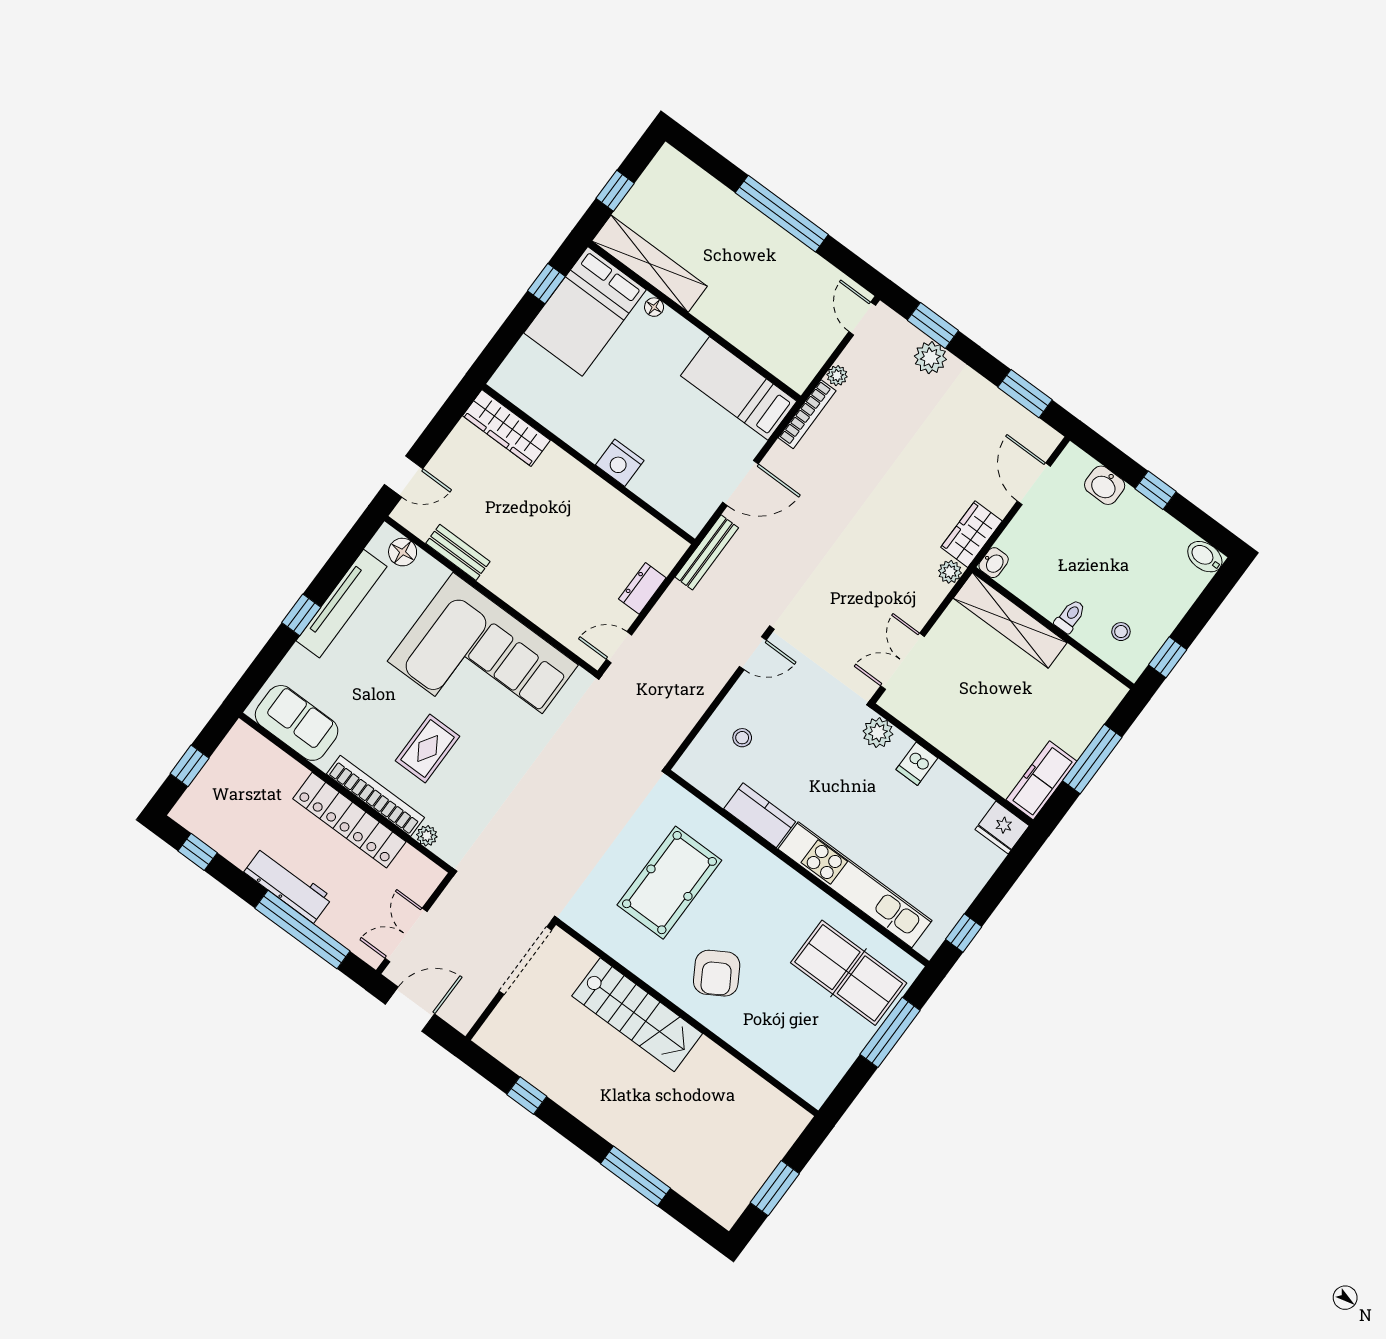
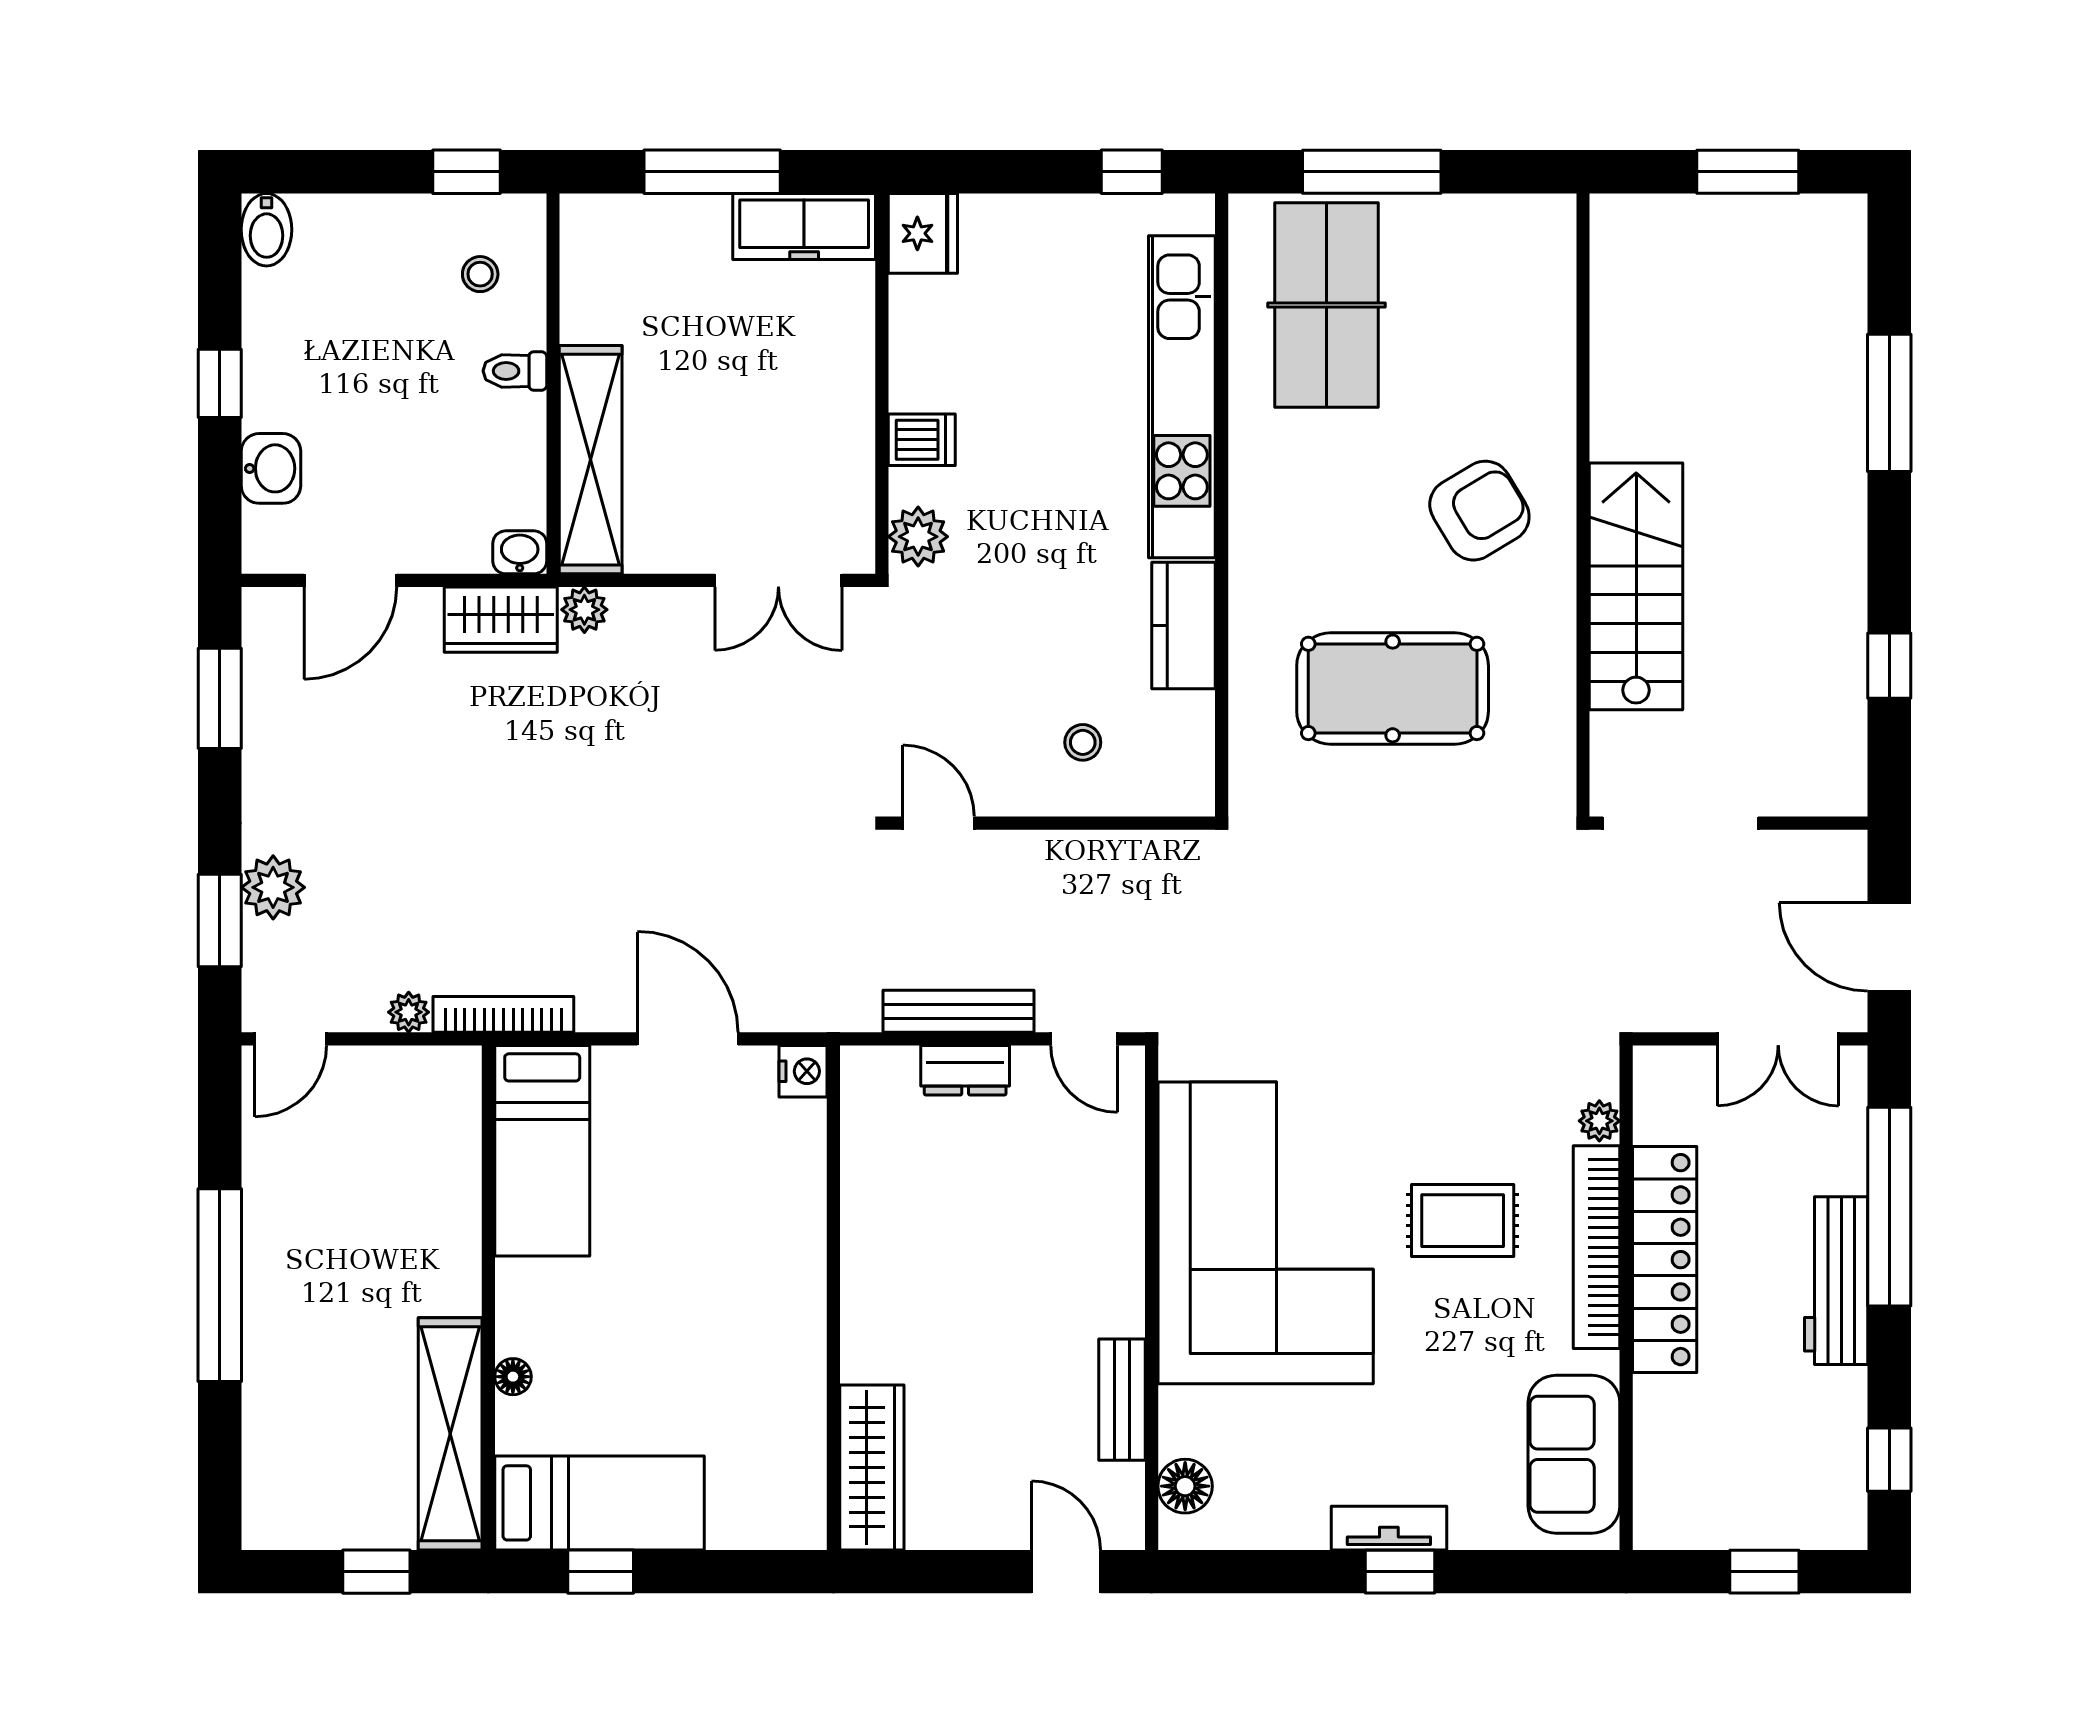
bed: (585, 311) -> (599, 1503), width x0.67
nightstand: (620, 463) -> (803, 1071), moved, width x0.74, depth x0.75
bench: (707, 552) -> (959, 1011), moved
tv unit: (342, 604) -> (1389, 1528), width x0.52, depth x0.78

